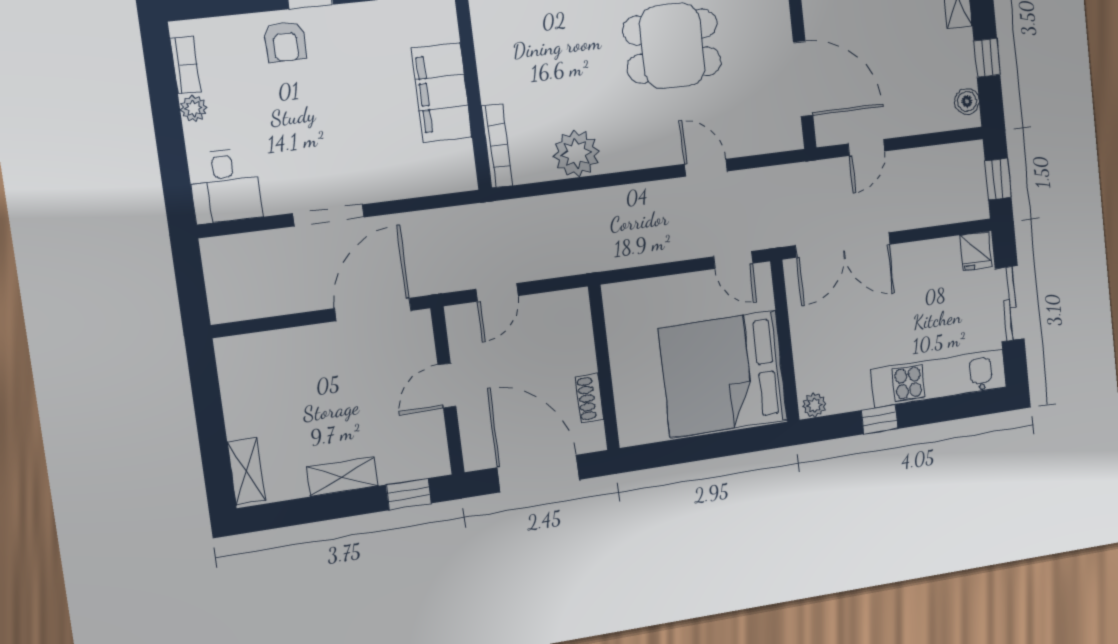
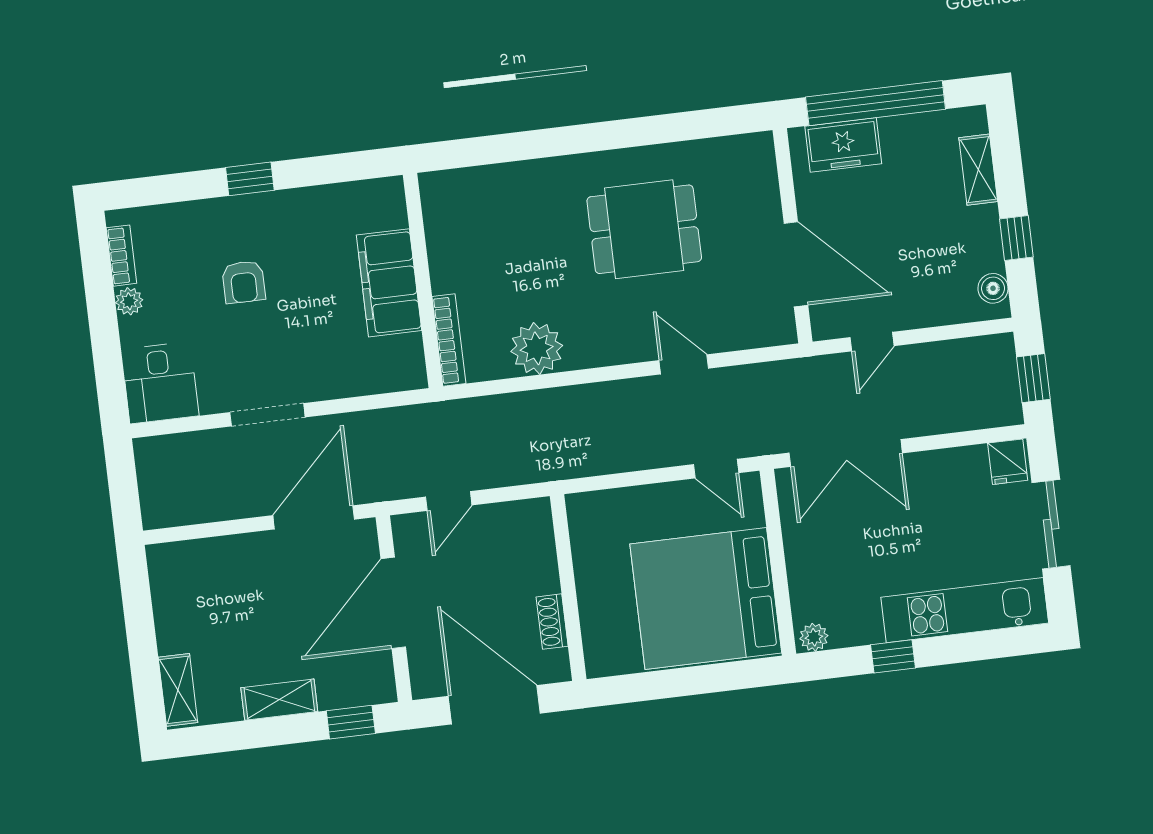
armchair: (285, 42) -> (244, 282), moved
door: (447, 386) -> (393, 603), width x1.88

